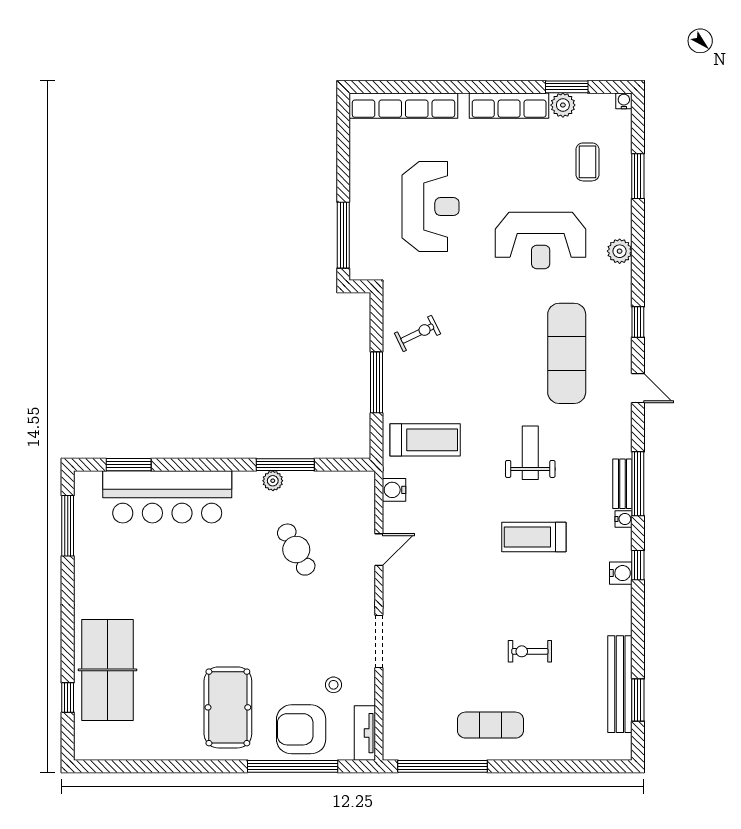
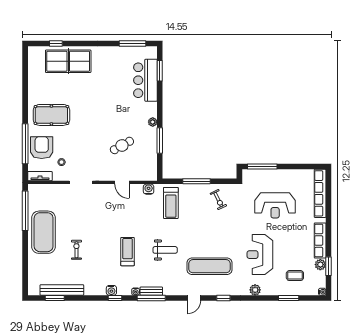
plant: (273, 481) -> (153, 122), moved
bar counter: (167, 497) -> (145, 80), width x0.73
exercise mat: (490, 725) -> (44, 232), width x2.00, depth x1.45

